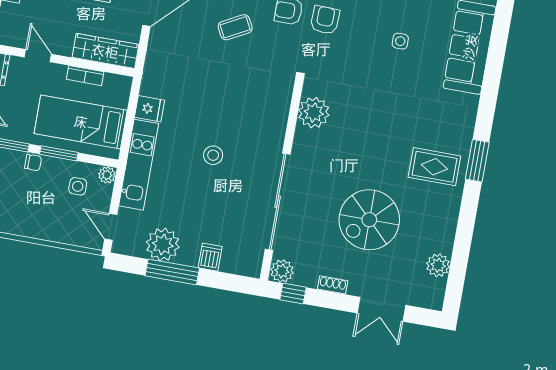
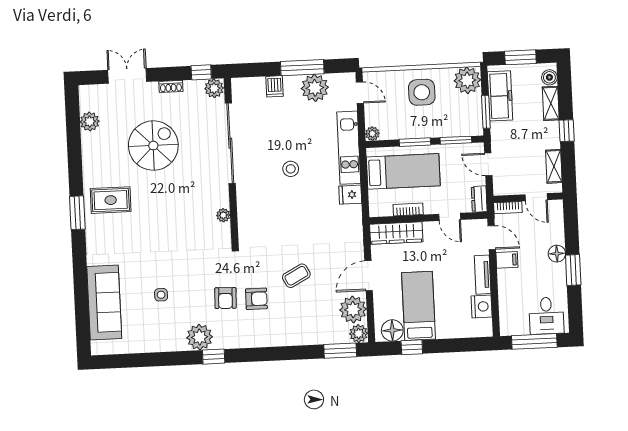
plant: (314, 113) -> (223, 215), width x0.53, depth x0.53
chair: (33, 163) -> (434, 130), removed
side table: (78, 186) -> (422, 92), moved, width x1.87, depth x1.87

